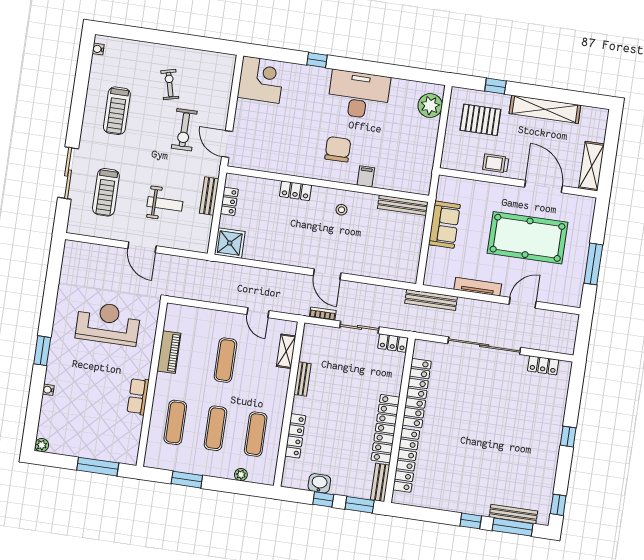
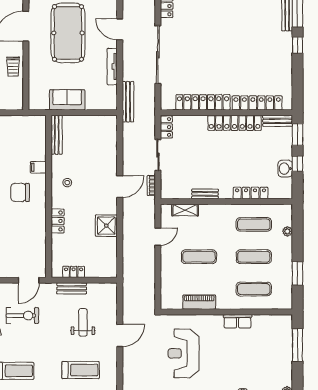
shower: (230, 243) -> (106, 226), moved

